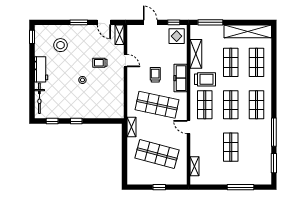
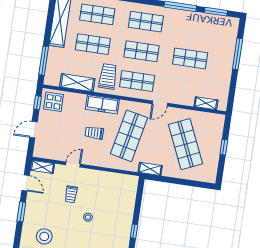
door: (104, 22) -> (26, 183), hinge flipped
shop shelf: (157, 154) -> (186, 144), turned -39

